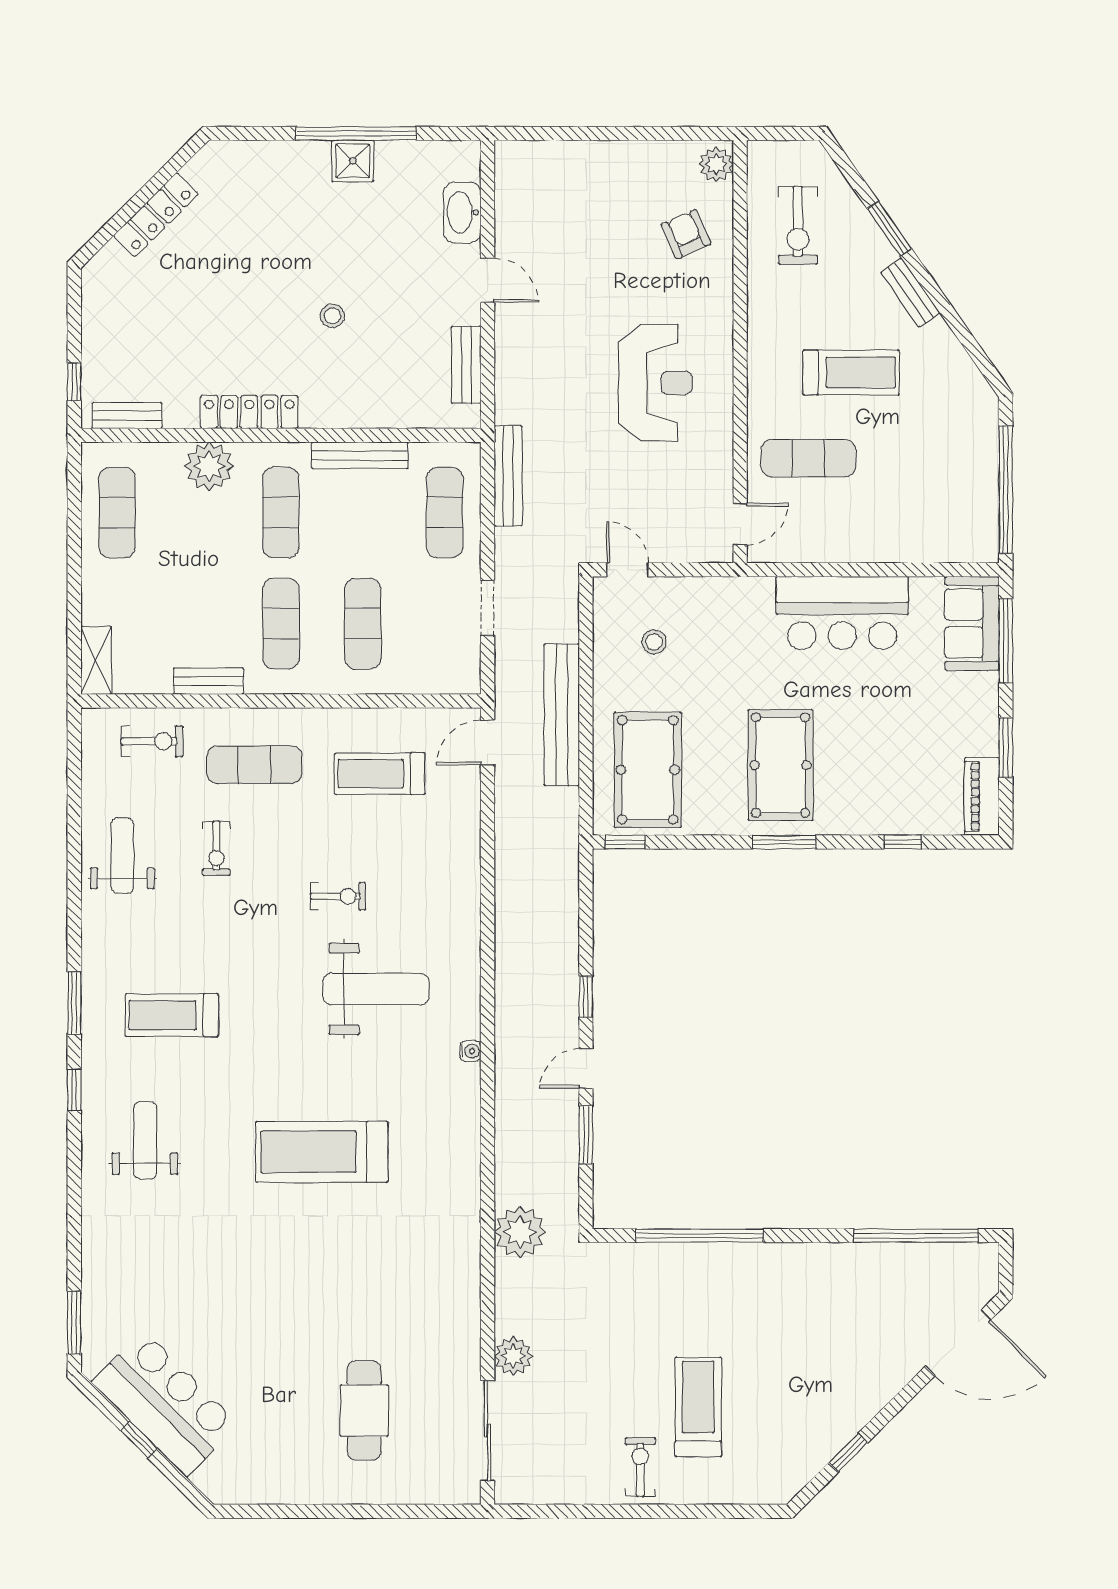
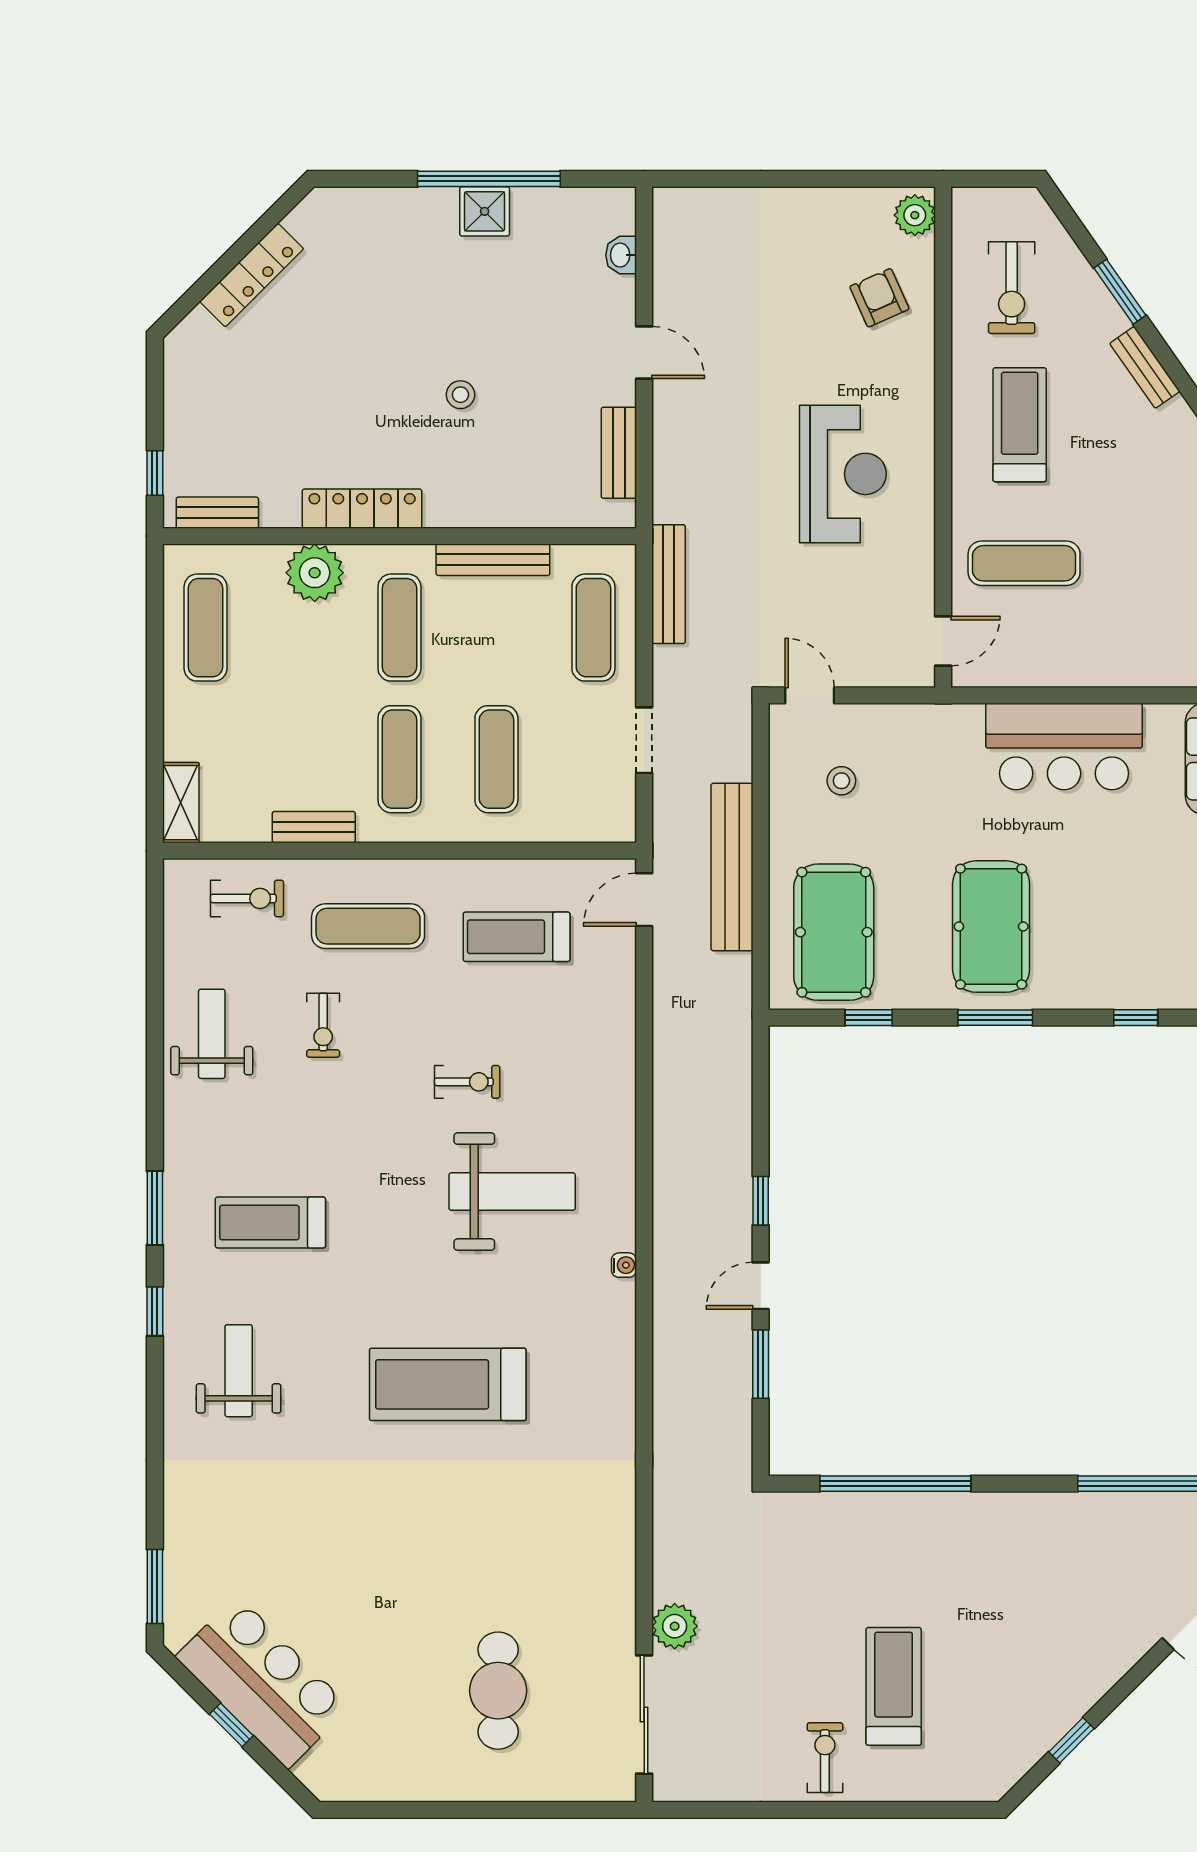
washbasin: (462, 212) -> (621, 255), width x0.52, depth x0.69
treadmill: (851, 372) -> (1020, 425), moved, turned -90
window: (625, 842) -> (869, 1018), moved
plant: (520, 1232) -> (682, 1479), removed

